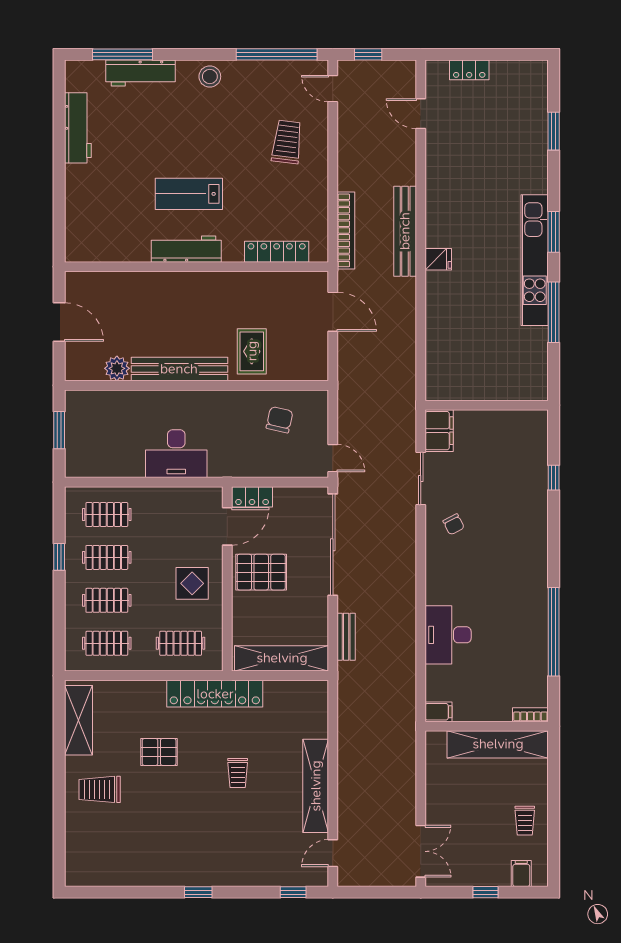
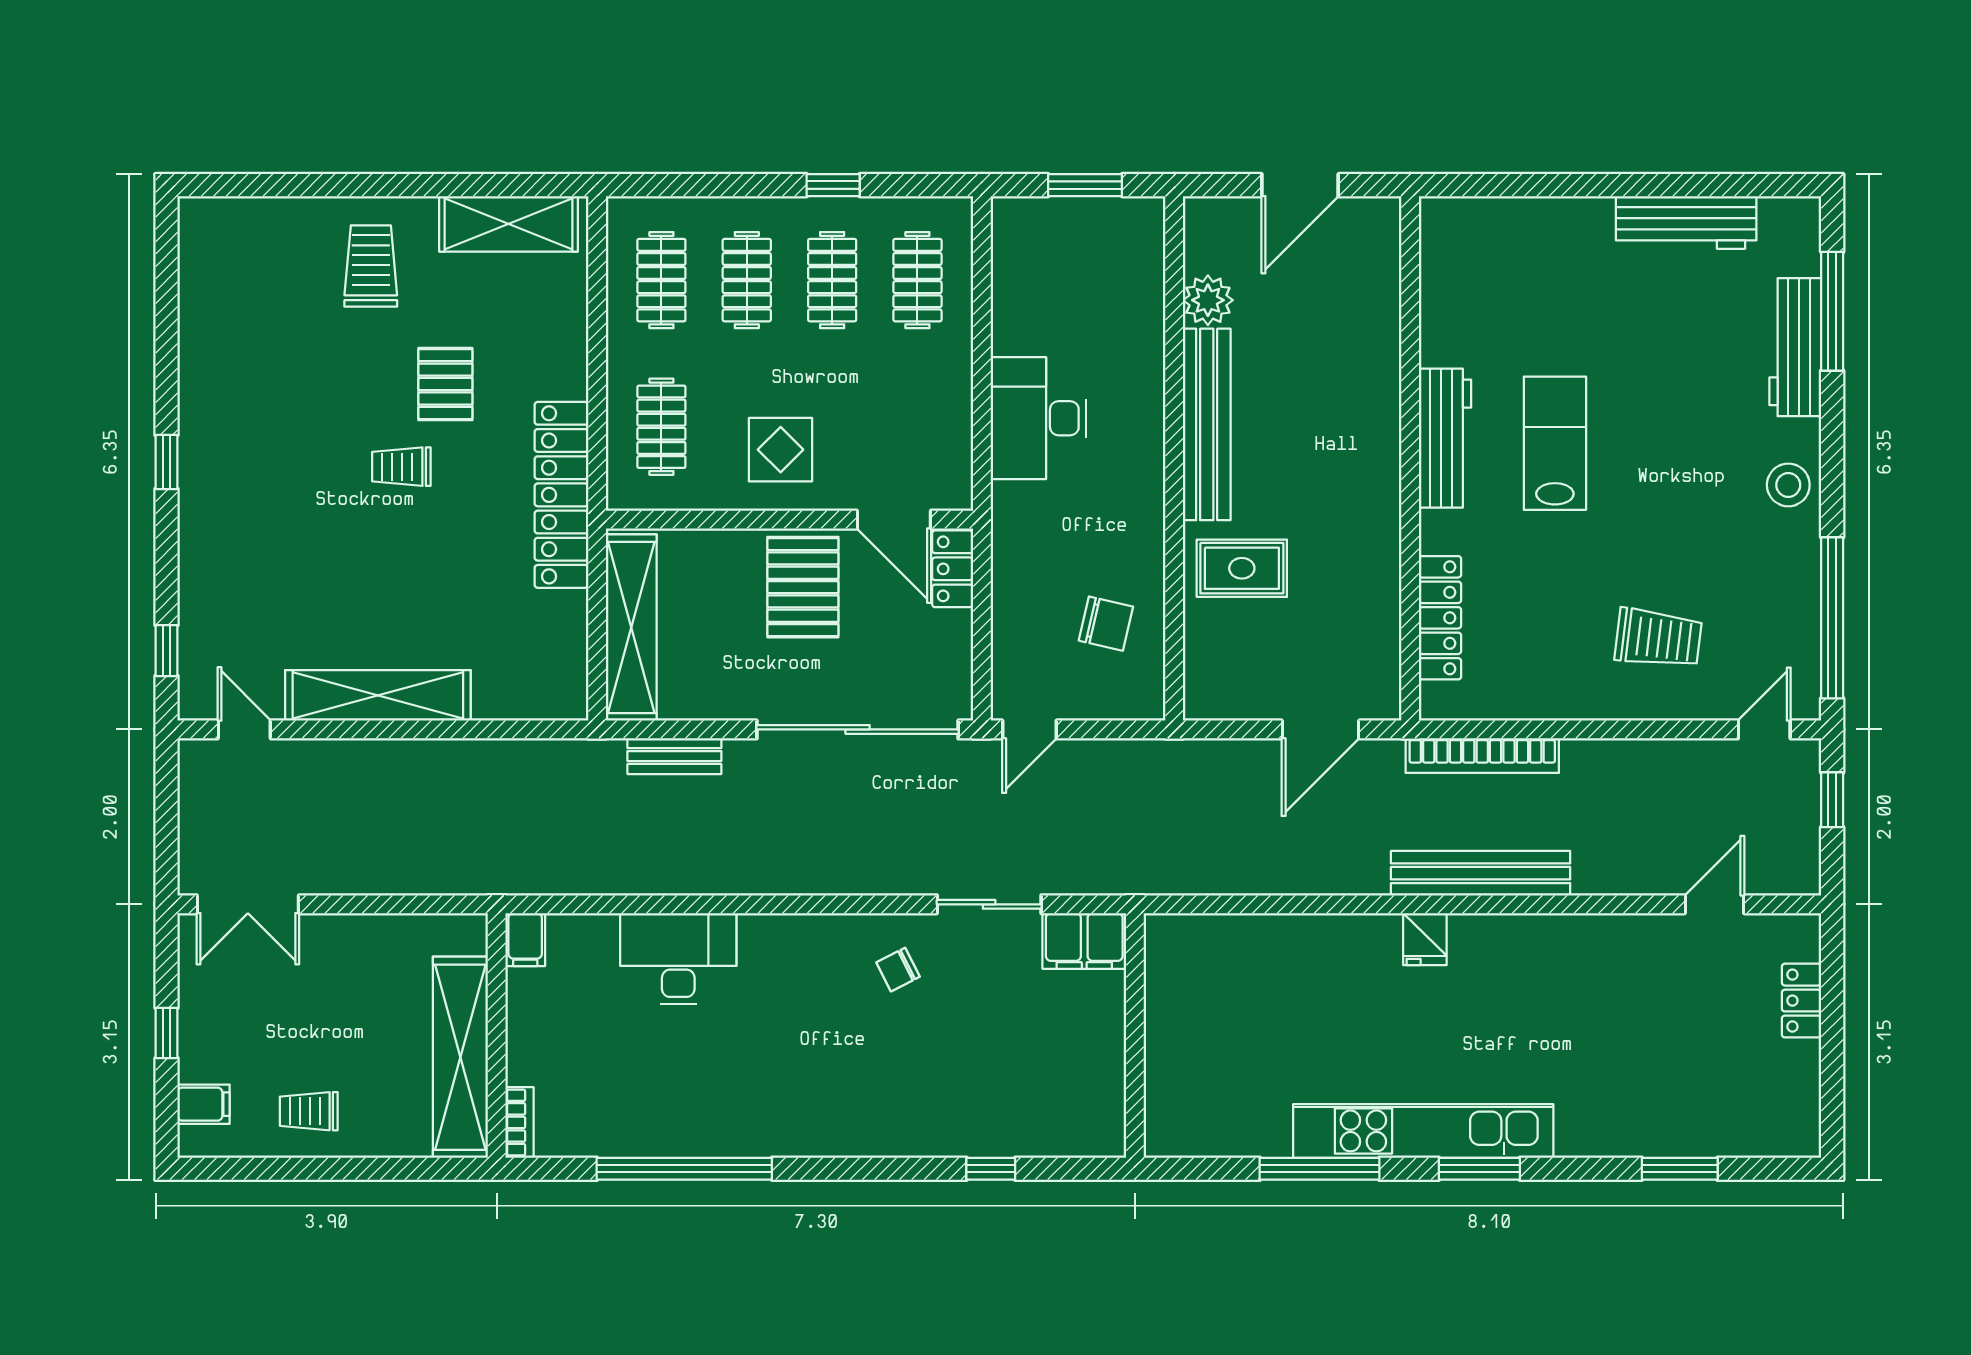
trolley: (238, 773) -> (401, 467), moved

